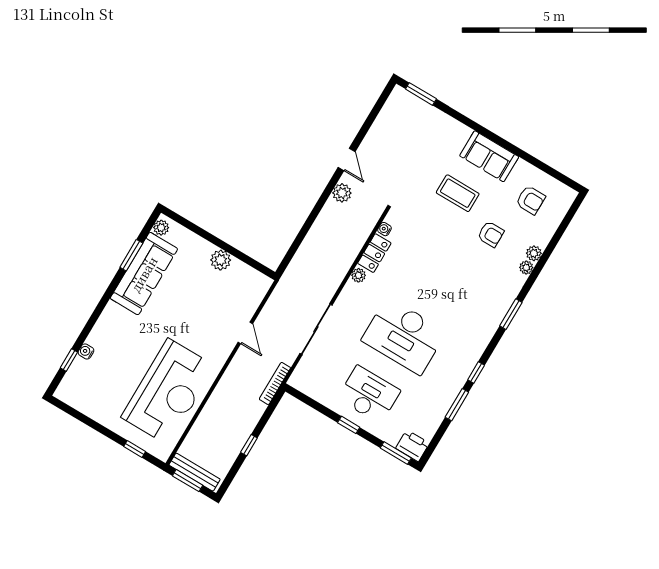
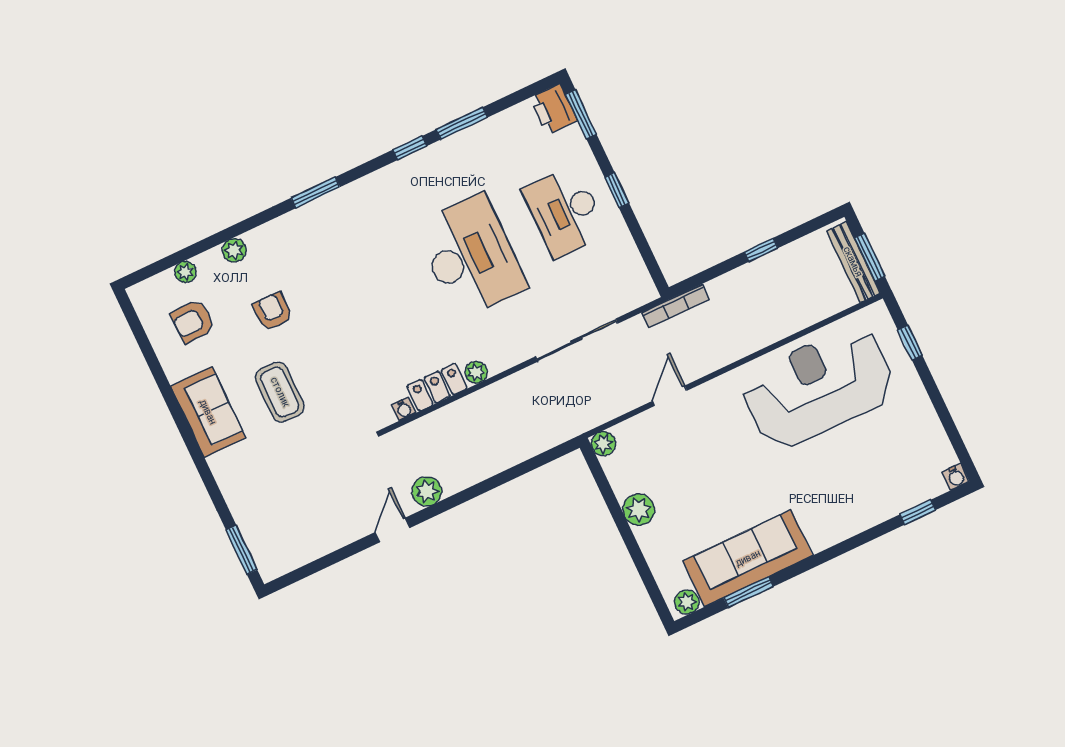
armchair: (531, 200) -> (193, 321), turned -92
plant: (526, 268) -> (185, 272), moved
plant: (264, 283) -> (603, 444), added
water cooler: (86, 351) -> (956, 477), moved

